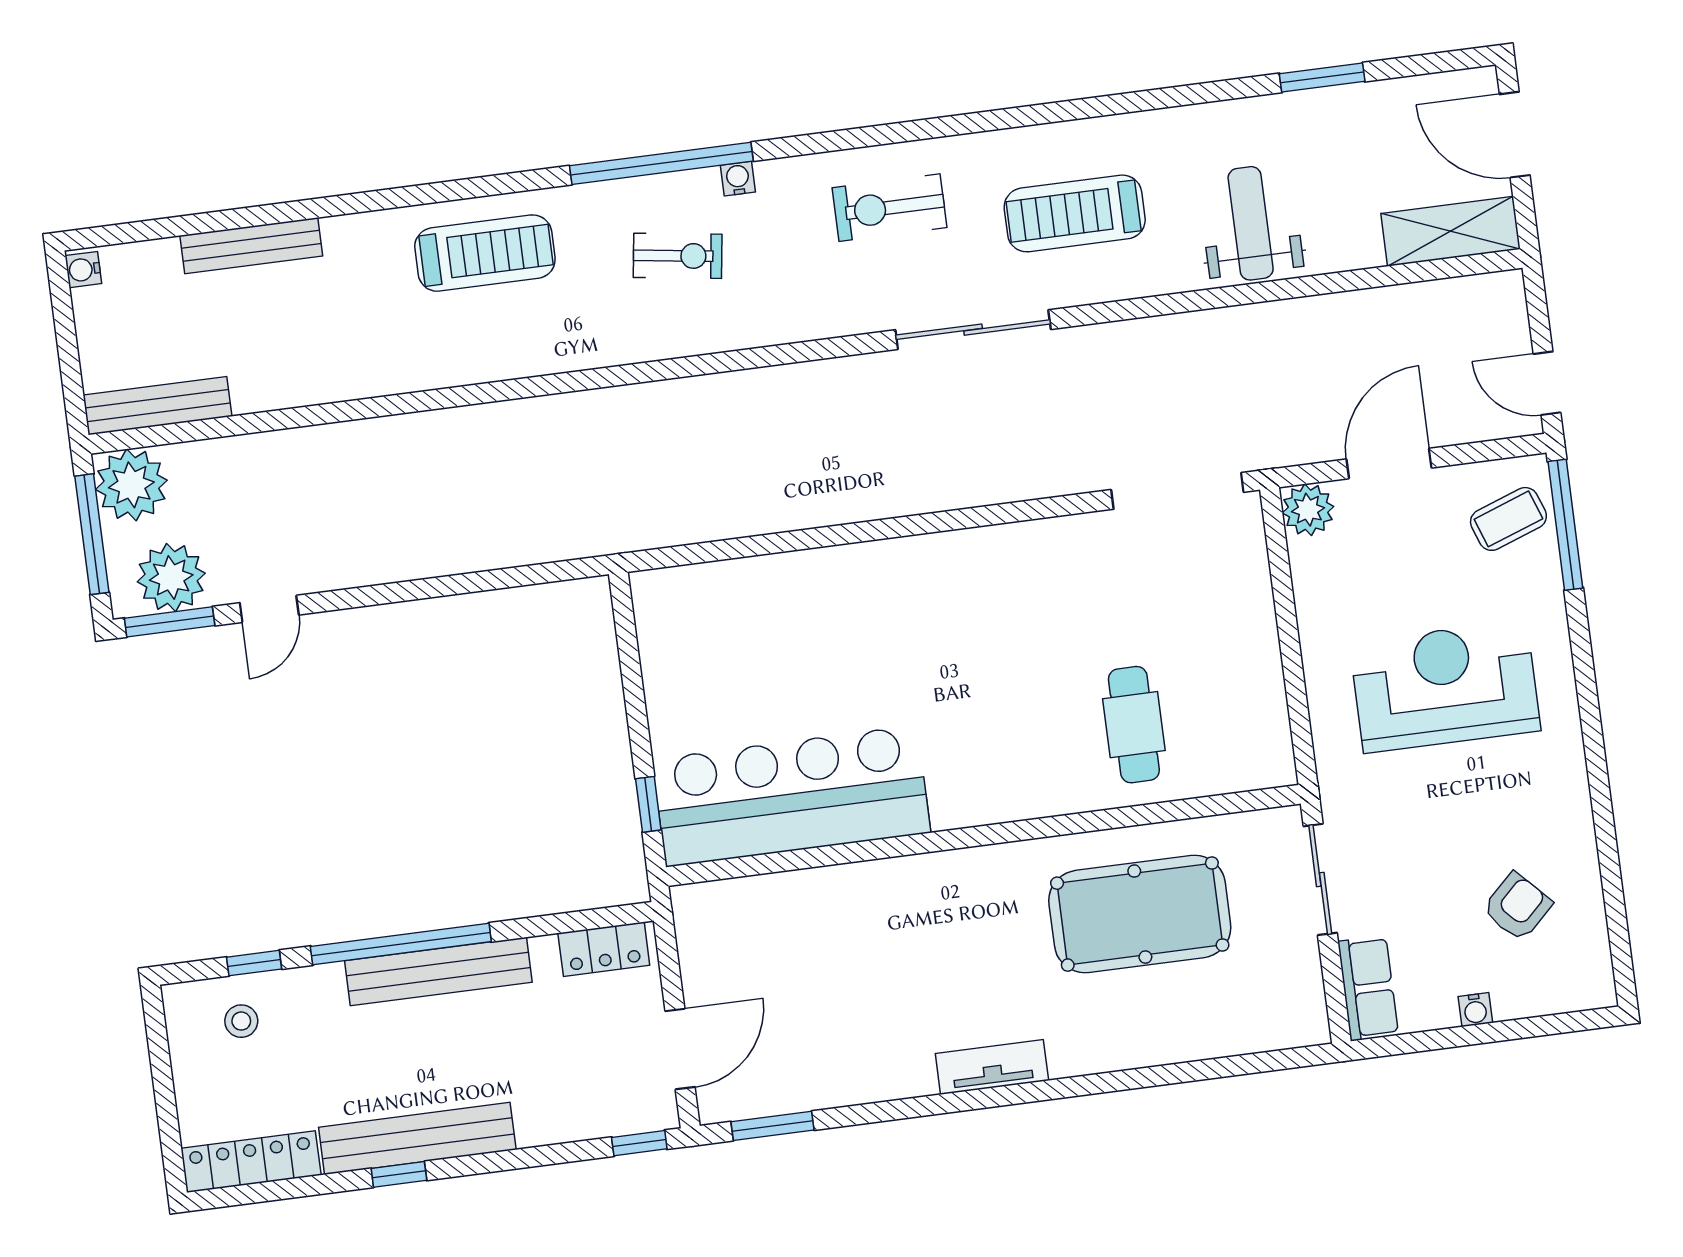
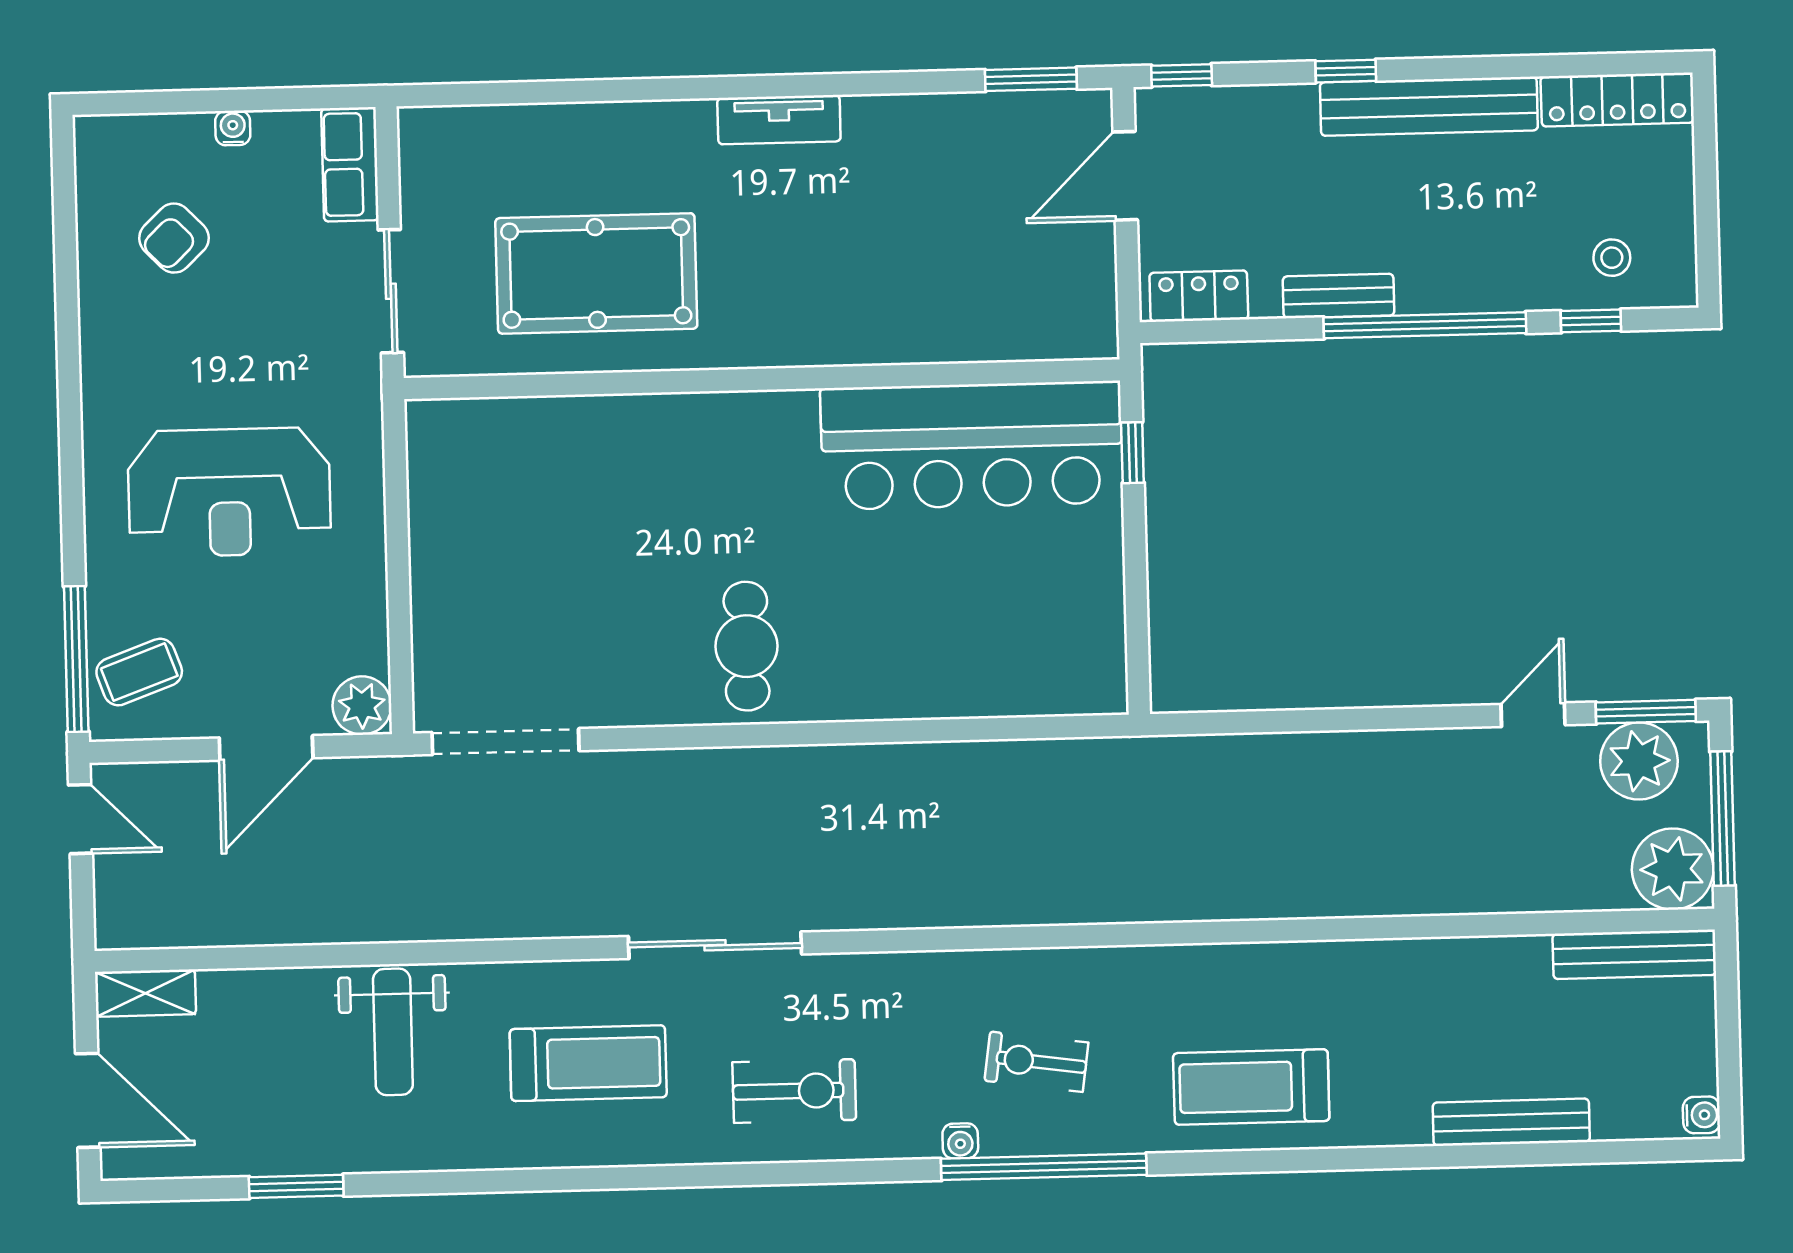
shelving: (1451, 231) -> (145, 993), width x0.67, depth x0.75
cafe table: (1134, 725) -> (747, 646), moved
bench: (438, 972) -> (1338, 296), width x0.54, depth x0.82
window: (399, 1174) -> (1346, 71), moved

